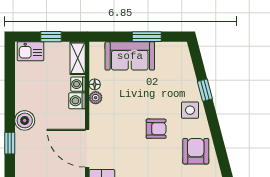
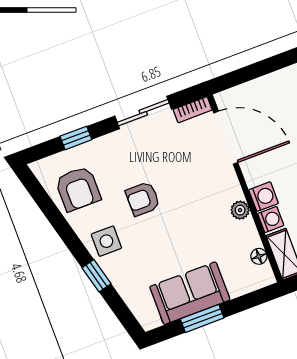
sofa: (130, 56) -> (190, 293), moved
floor lamp: (95, 84) -> (259, 256), moved

